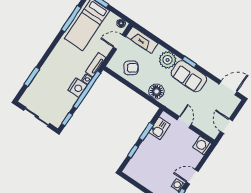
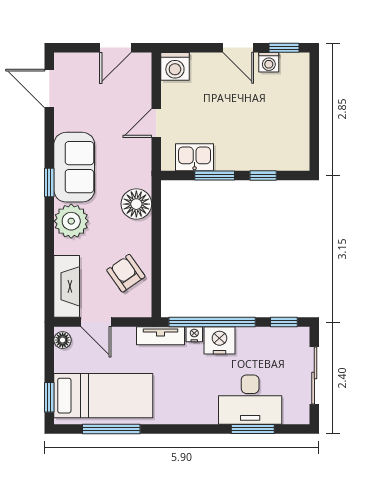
desk: (45, 84) -> (250, 400), added

